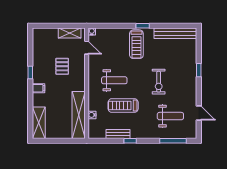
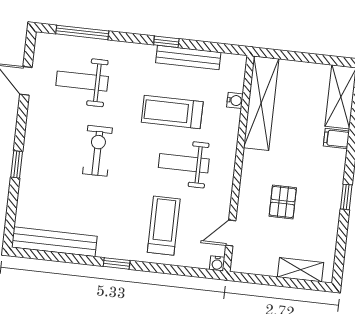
shelving: (70, 33) -> (300, 270), moved
treadmill: (136, 44) -> (164, 226), moved
door: (87, 48) -> (231, 233), hinge flipped
filing cabinet: (39, 88) -> (336, 139), moved
treadmill: (123, 106) -> (172, 112), turned 180
bench: (118, 134) -> (188, 57), width x1.36

